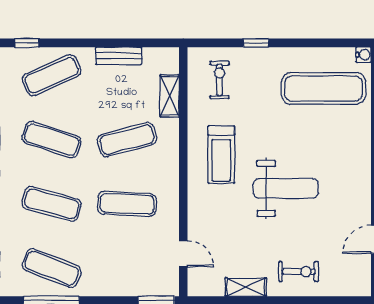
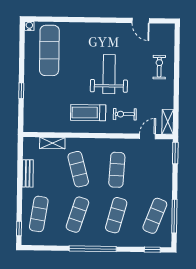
exercise mat: (52, 75) -> (39, 214), turned 33
exercise bike: (220, 80) -> (125, 114), moved
treadmill: (221, 155) -> (88, 113), turned 180
shelving: (246, 287) -> (168, 122), moved

